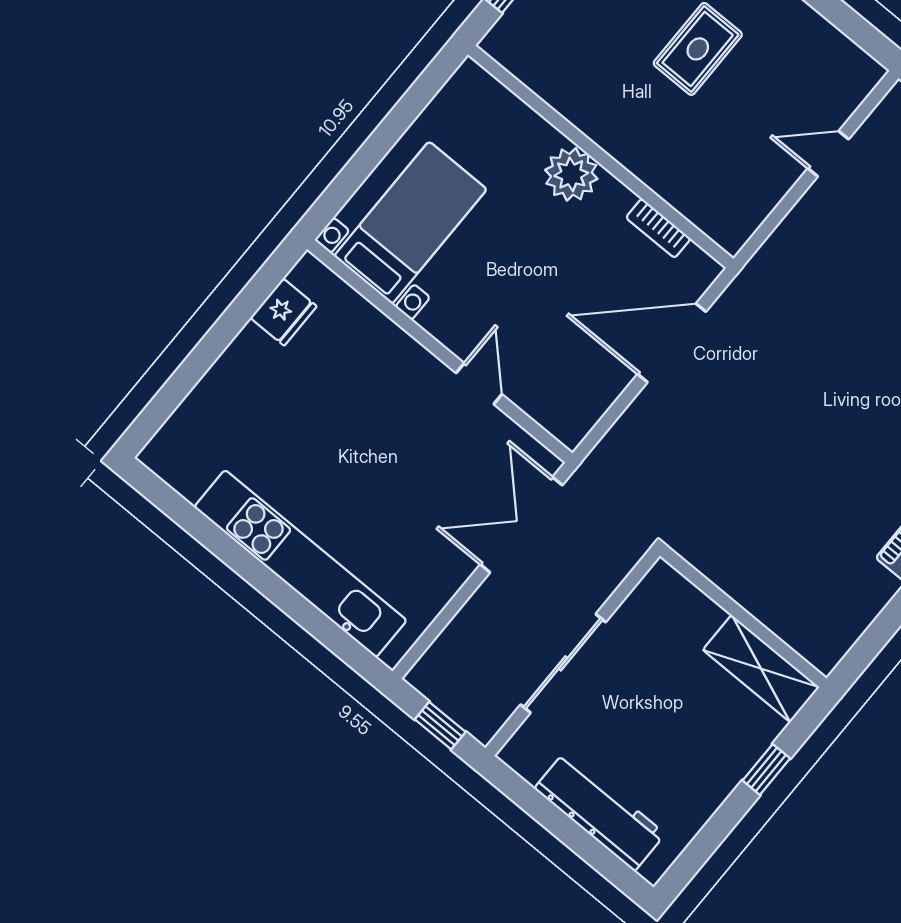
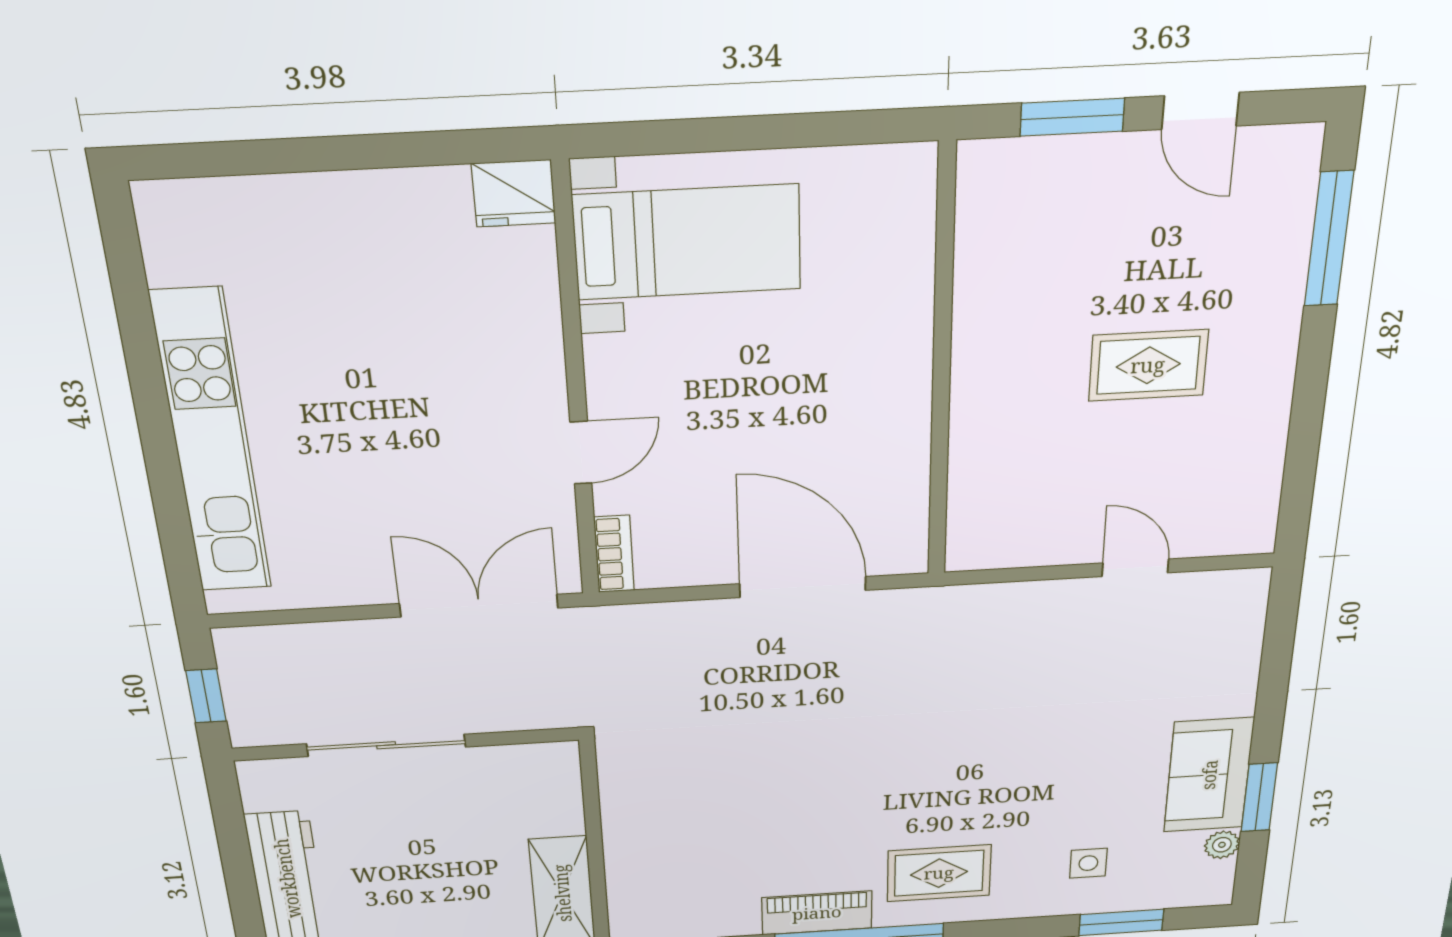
plant: (571, 174) -> (895, 356), removed
bookcase: (658, 228) -> (614, 554), moved, turned 180
fridge: (284, 312) -> (514, 193), moved

